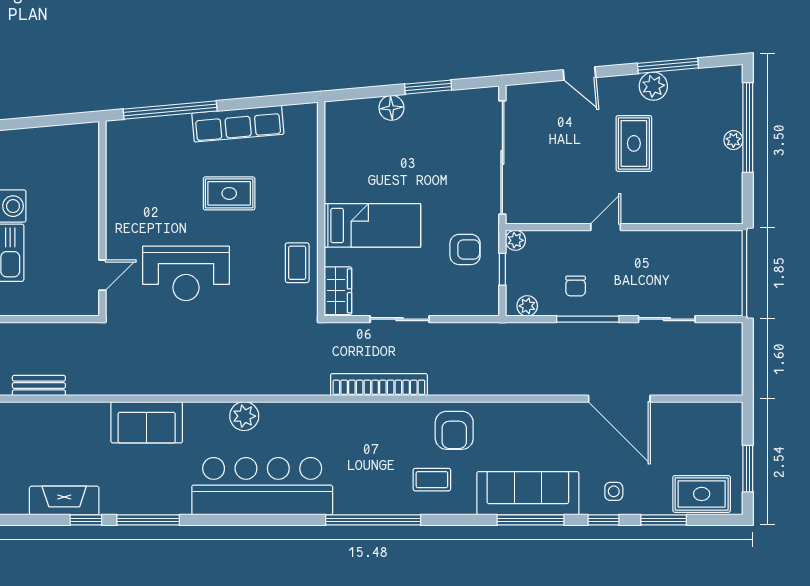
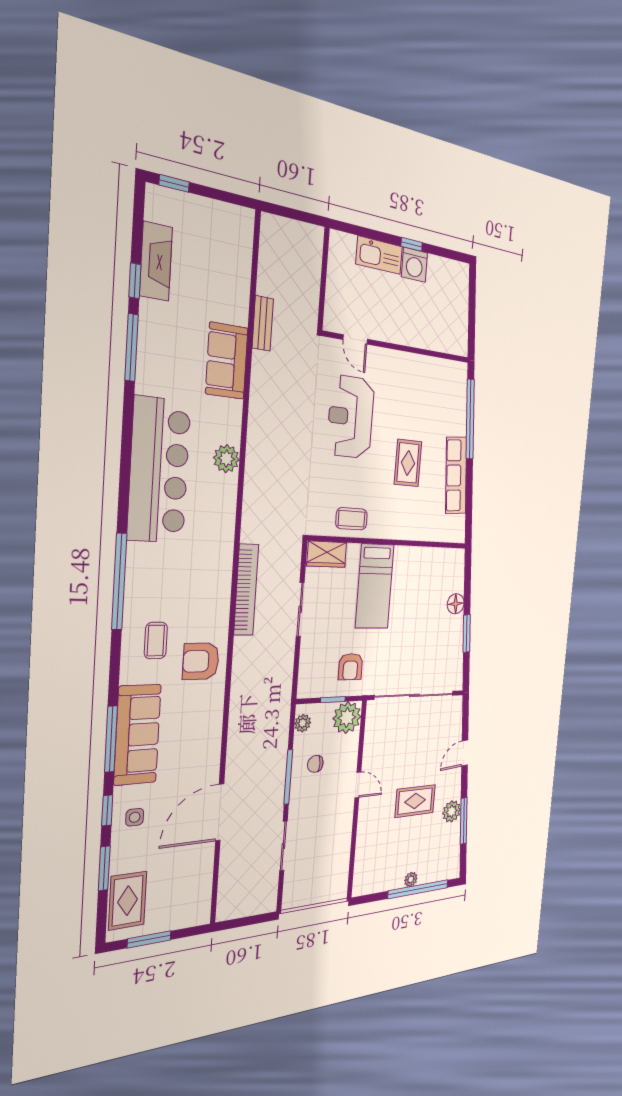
plant: (515, 240) -> (347, 718), width x1.88, depth x1.88
bench: (39, 386) -> (263, 323), moved

